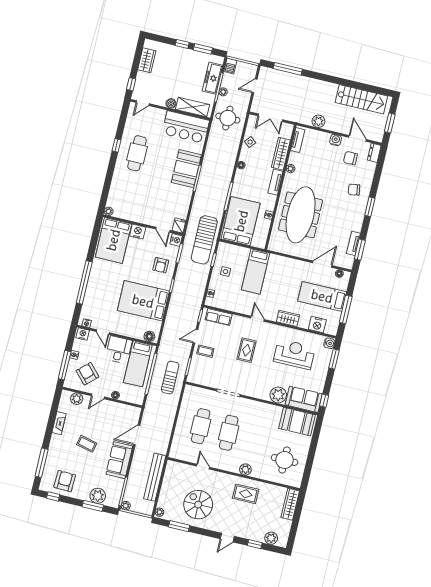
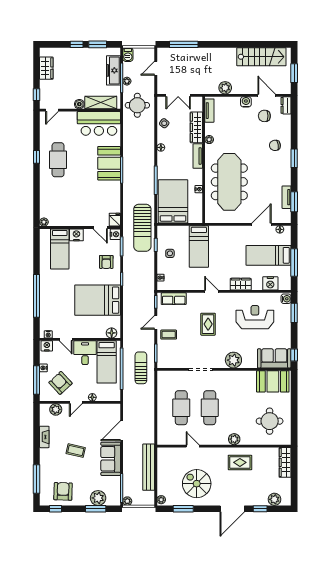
bed: (113, 240) -> (60, 249), width x0.67
plant: (278, 395) -> (233, 360), moved
door: (227, 538) -> (232, 509), width x1.87

